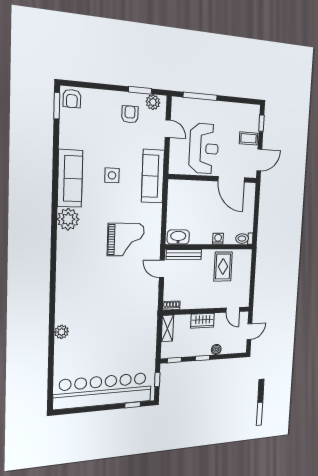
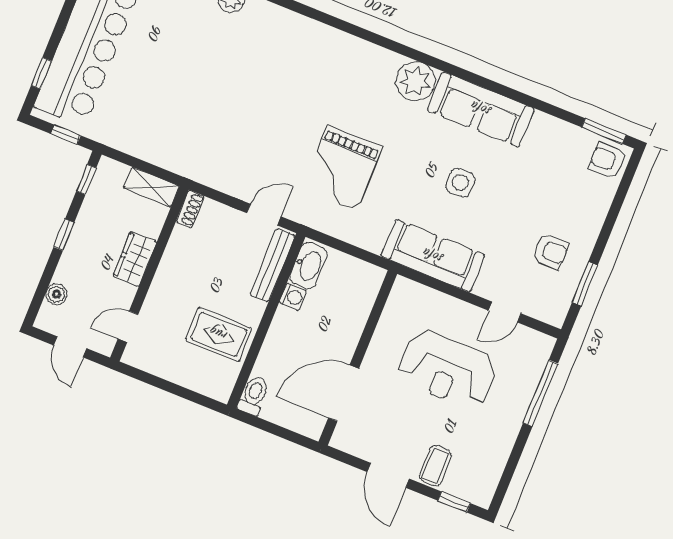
plant: (153, 102) -> (558, 300), removed
wall: (213, 179) -> (358, 358), moved
door: (231, 179) -> (344, 393), moved
washing machine: (218, 239) -> (293, 297), moved
boiler: (216, 349) -> (56, 294), moved

